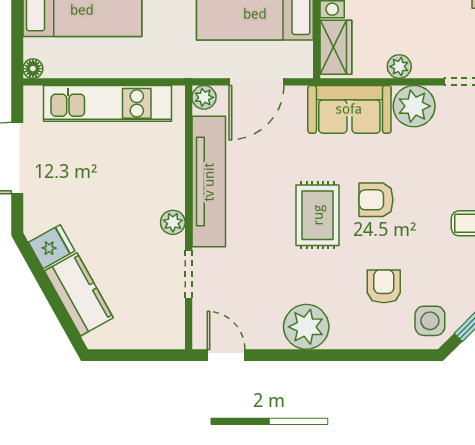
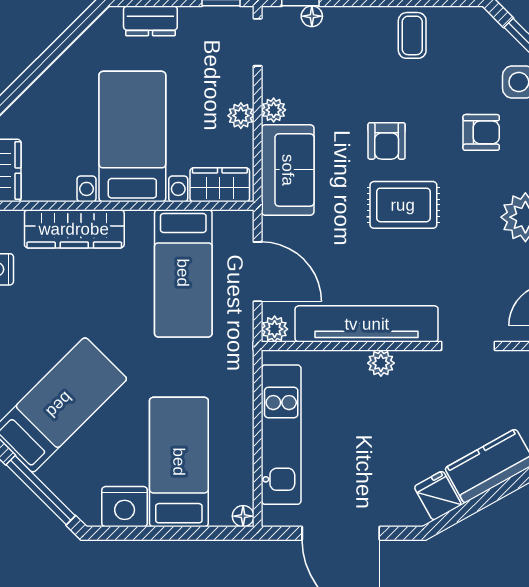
plant: (414, 106) -> (274, 110), width x0.53, depth x0.53
plant: (173, 222) -> (381, 363), moved
armchair: (384, 286) -> (481, 132), turned 180

